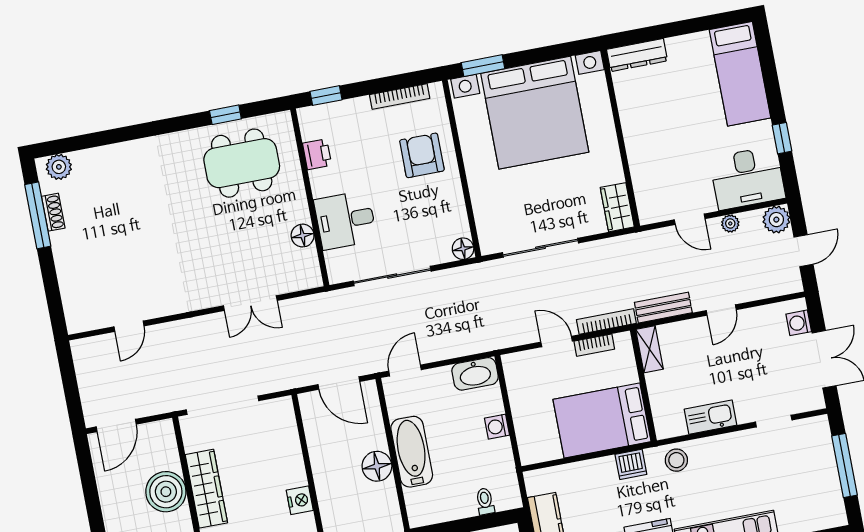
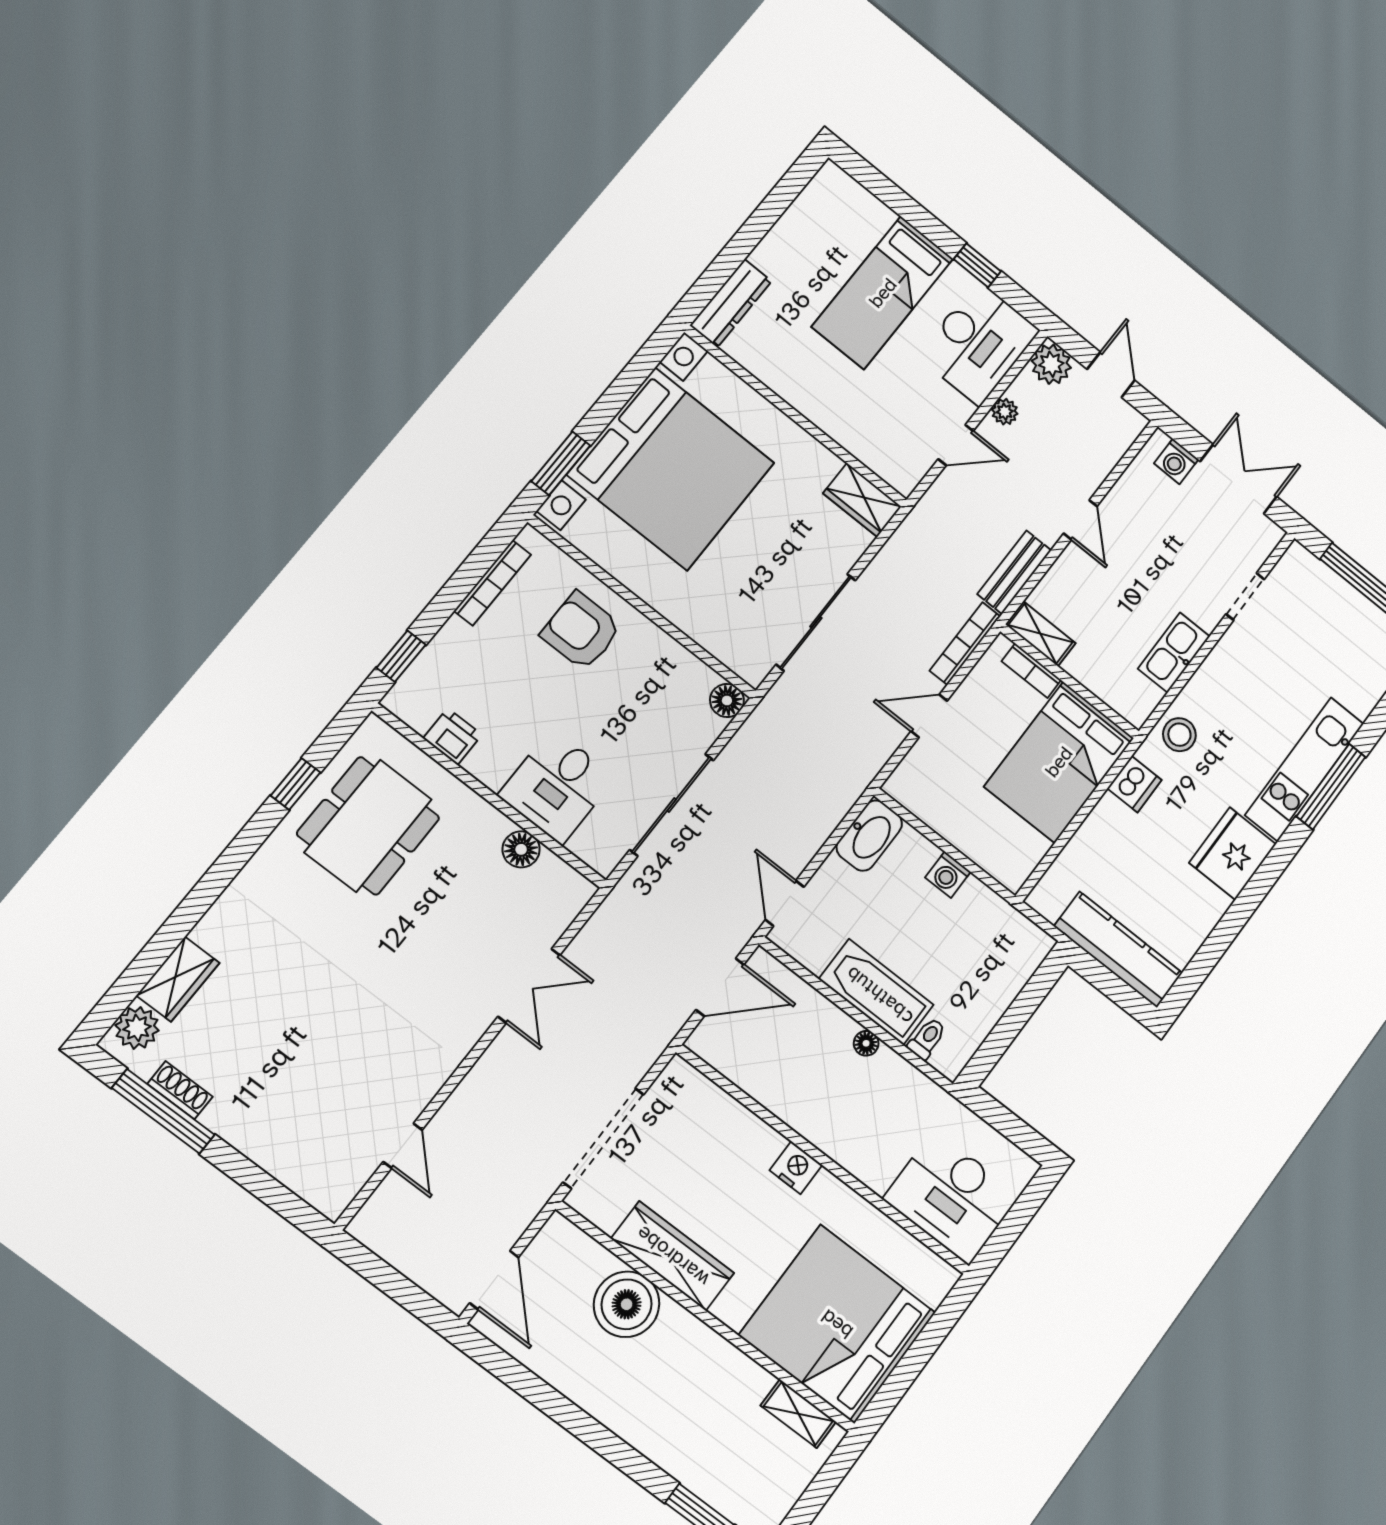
bed: (740, 74) -> (883, 293), moved, turned 90
wardrobe: (96, 160) -> (178, 979), added
bookcase: (594, 345) -> (1031, 671), moved, turned 90
floor lamp: (377, 466) -> (866, 1043), width x0.53, depth x0.53
toilet: (485, 501) -> (927, 1038), moved, turned 90

